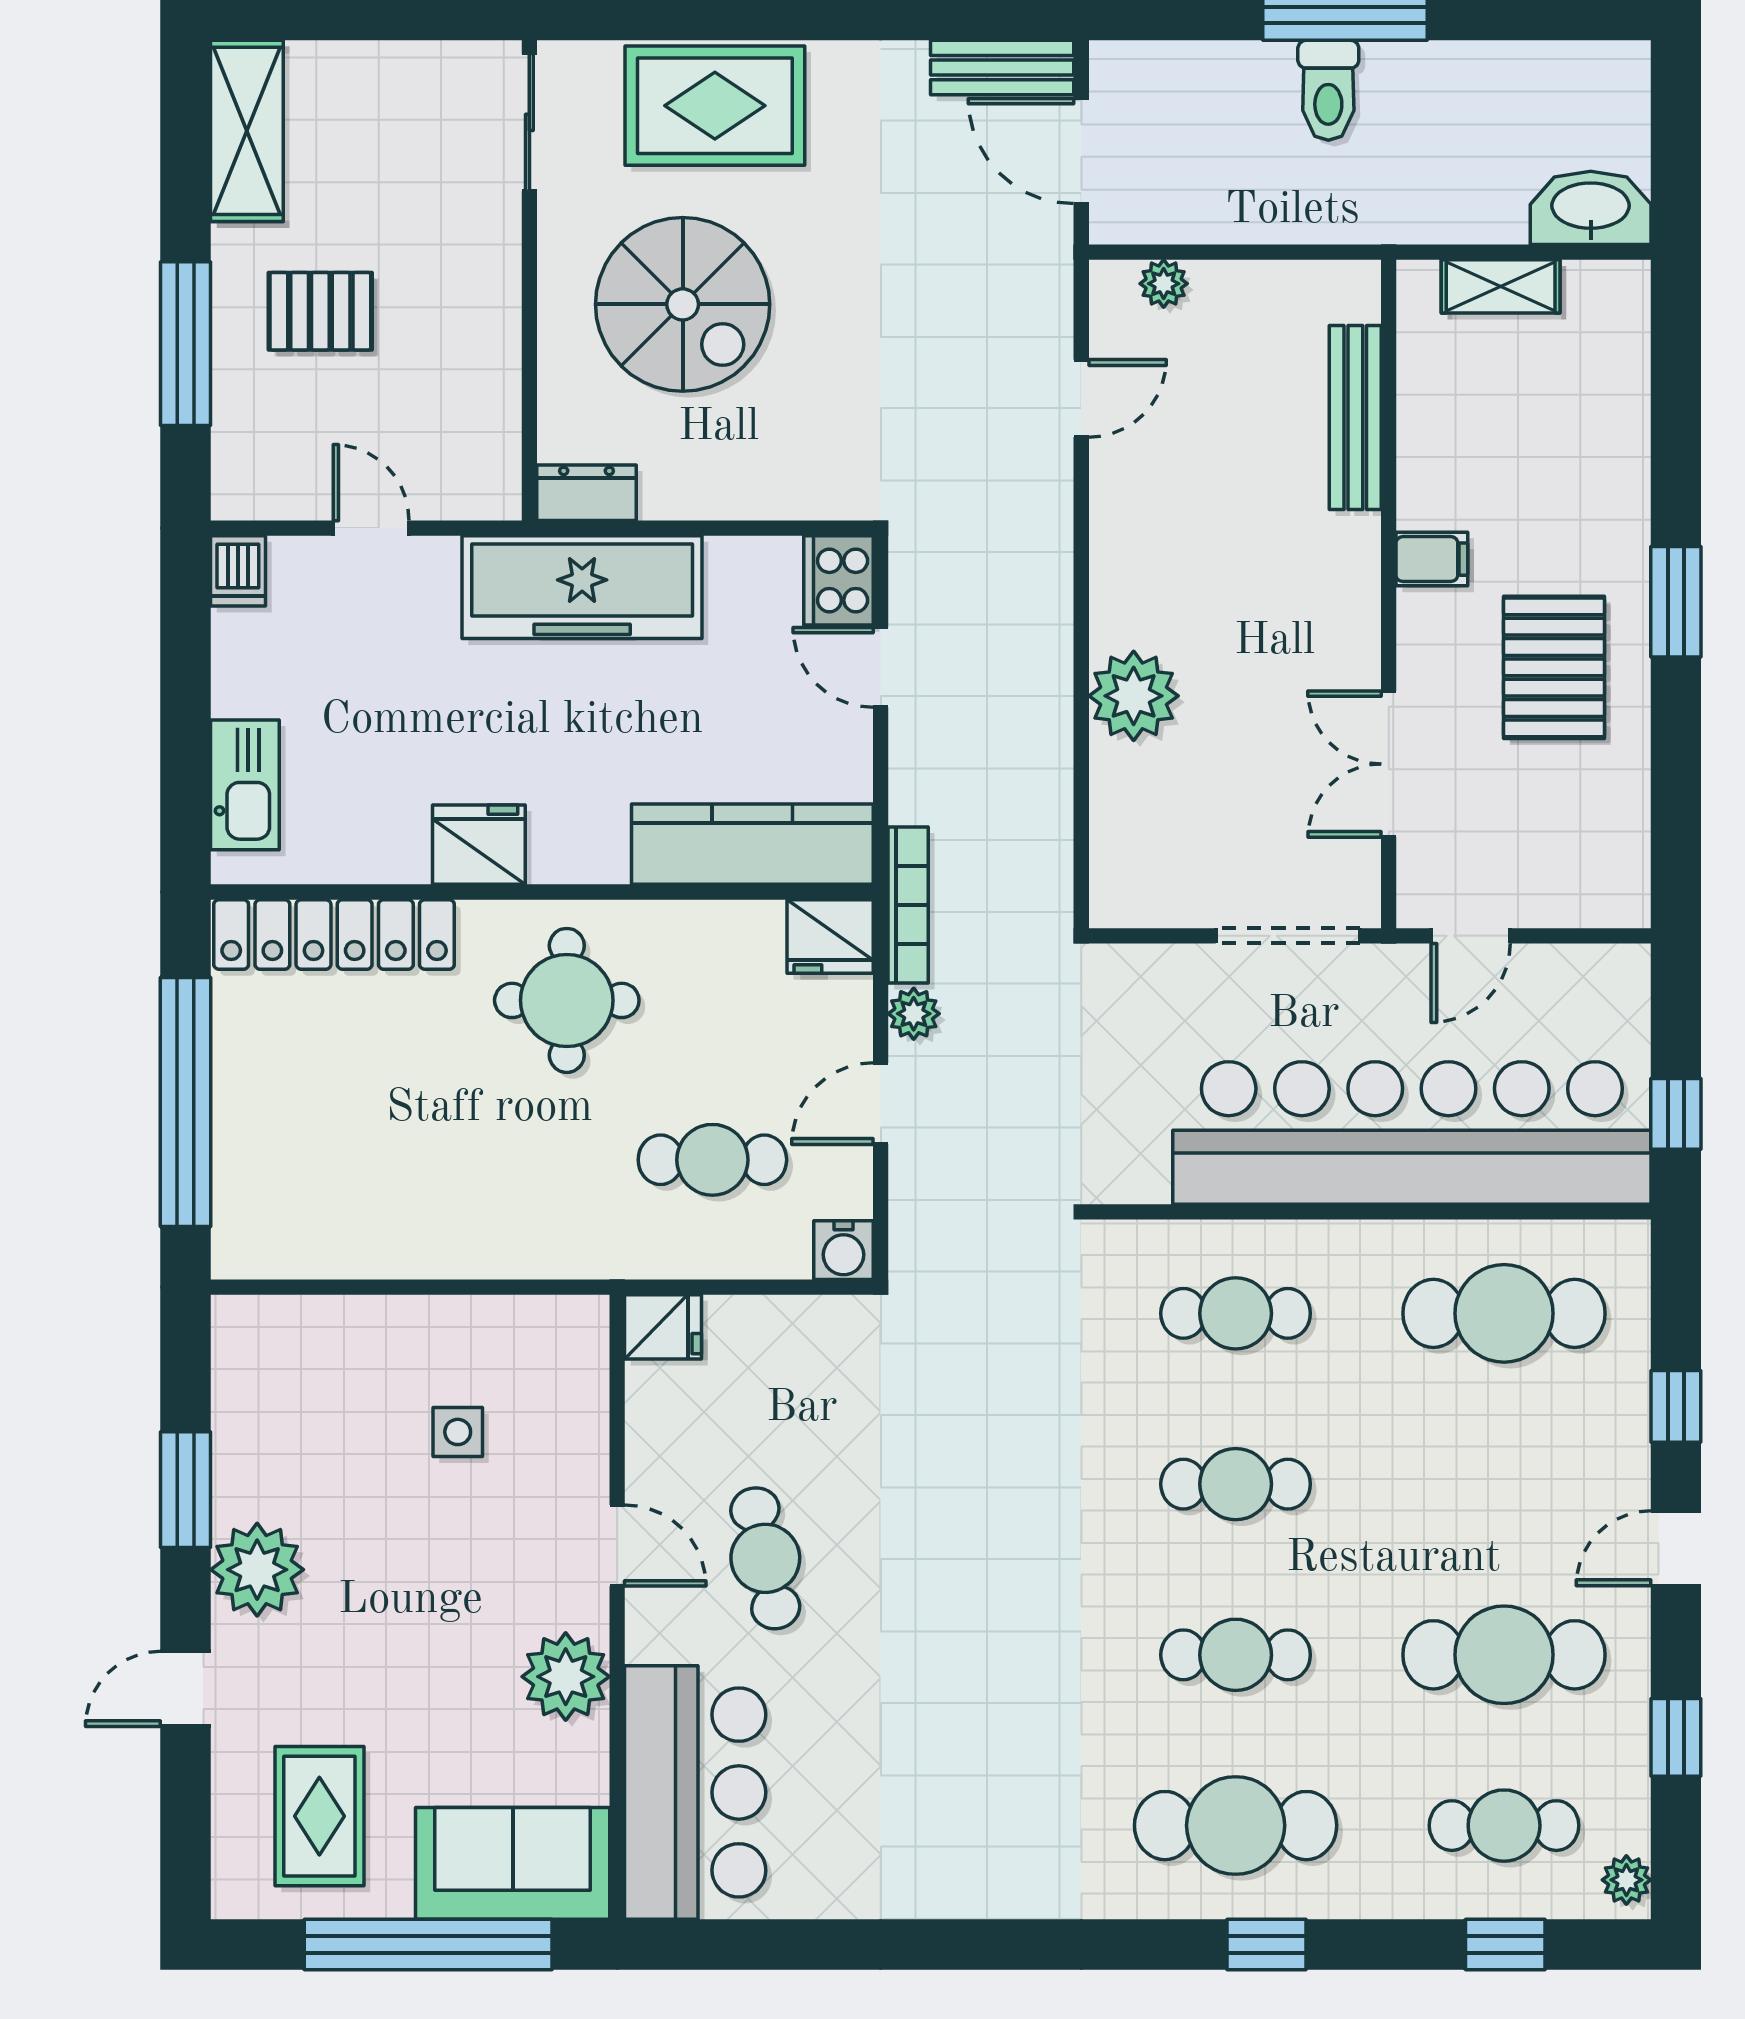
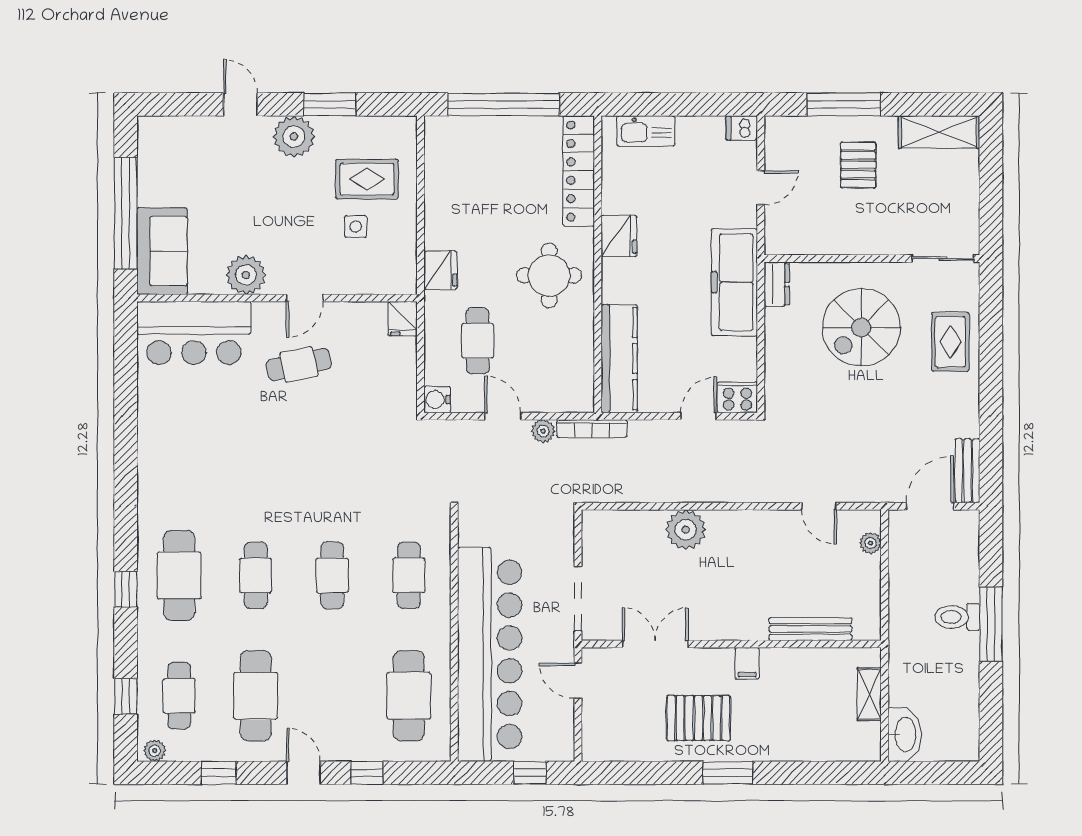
rug: (715, 106) -> (950, 342), width x0.73, depth x0.70
fridge: (830, 936) -> (440, 270), moved, turned 180
window: (1676, 1114) -> (530, 773), moved
rug: (319, 1816) -> (367, 179), moved

